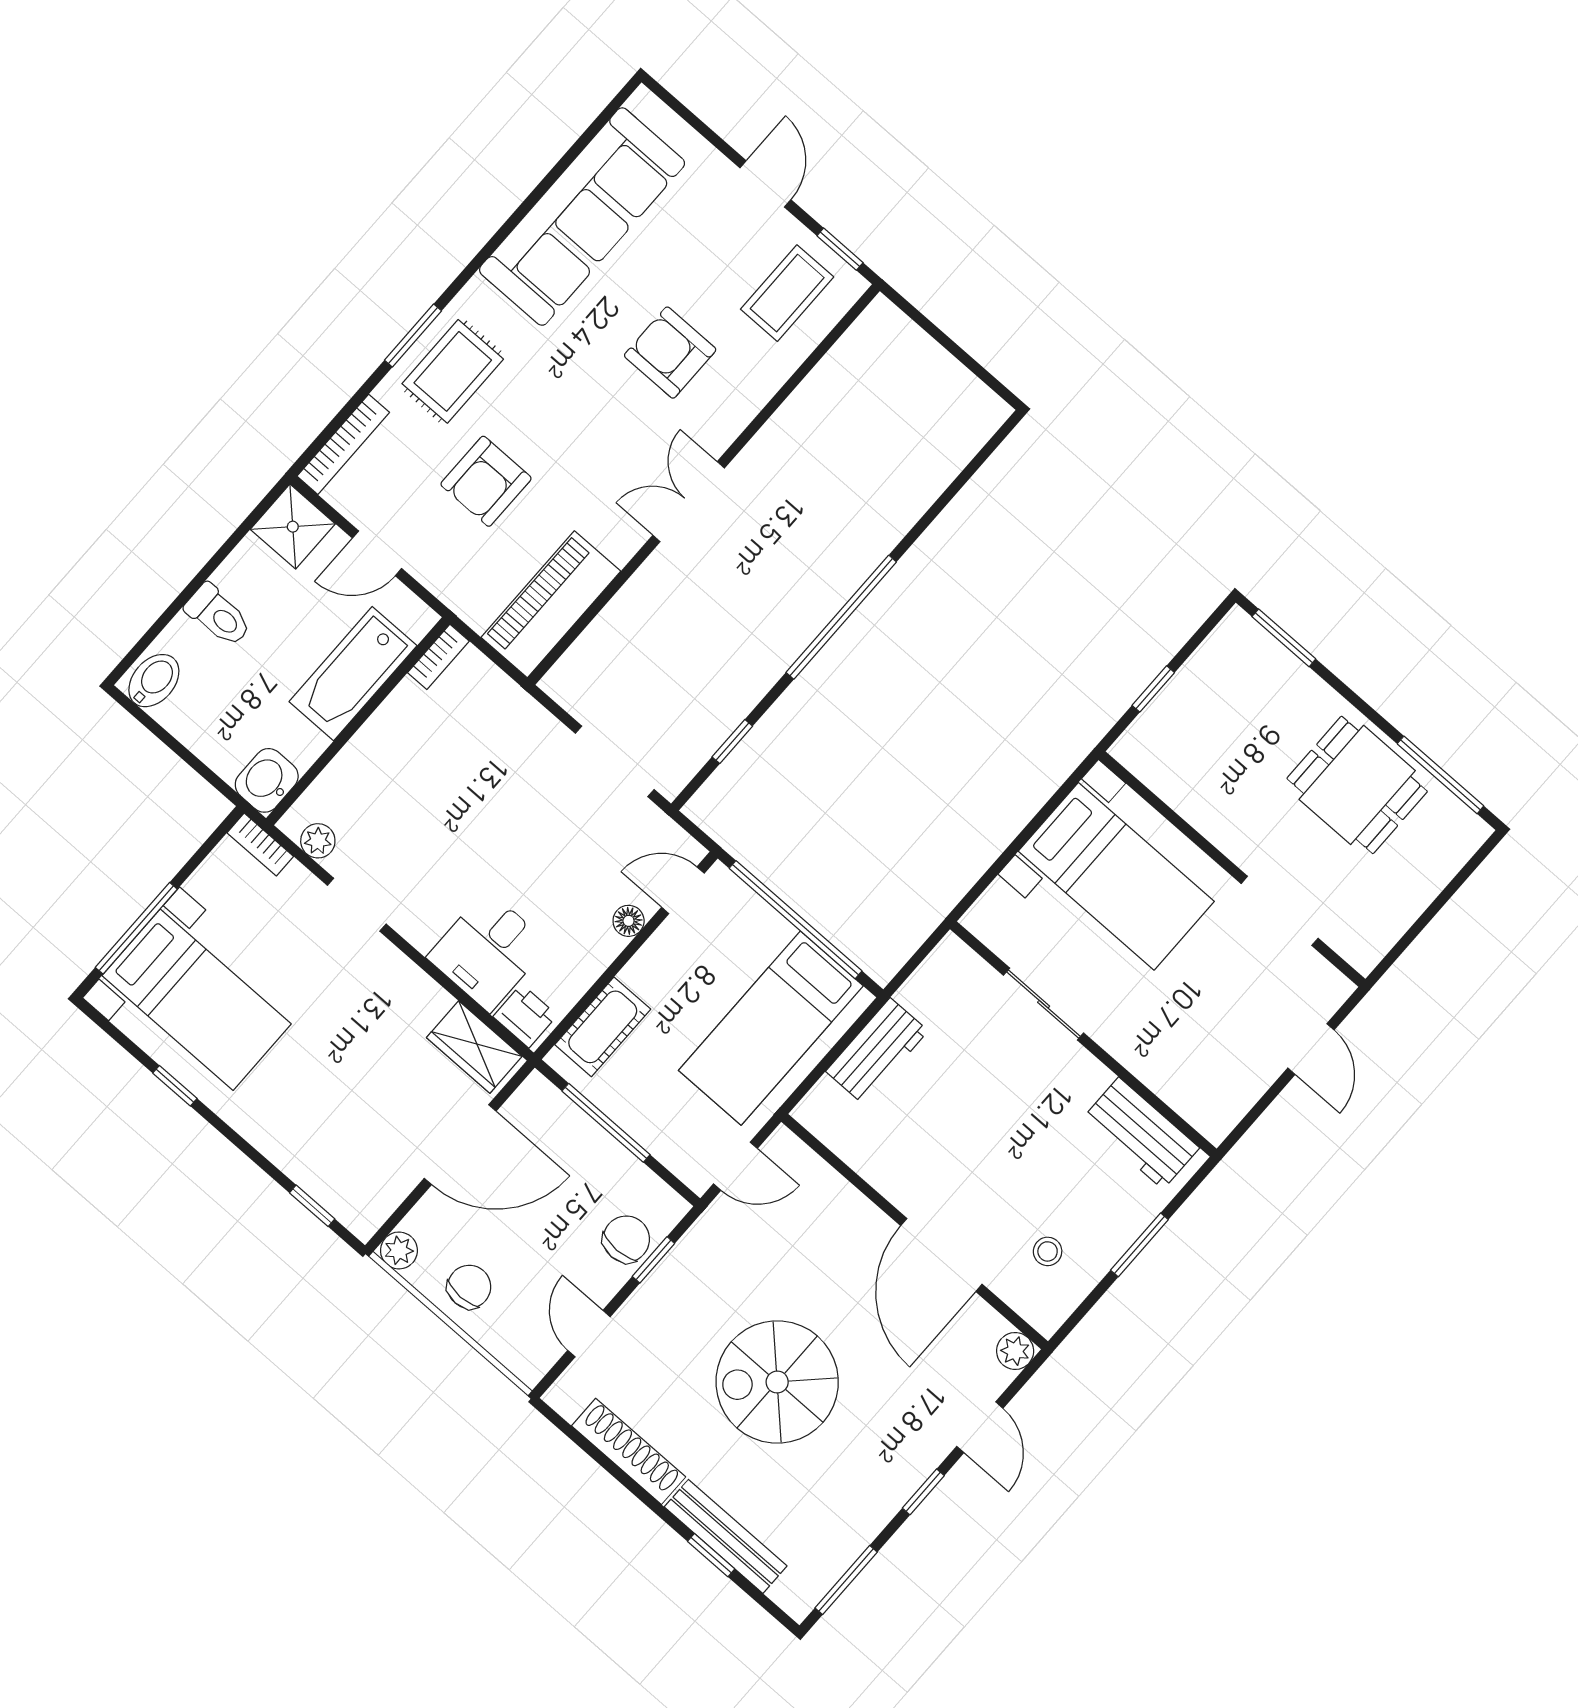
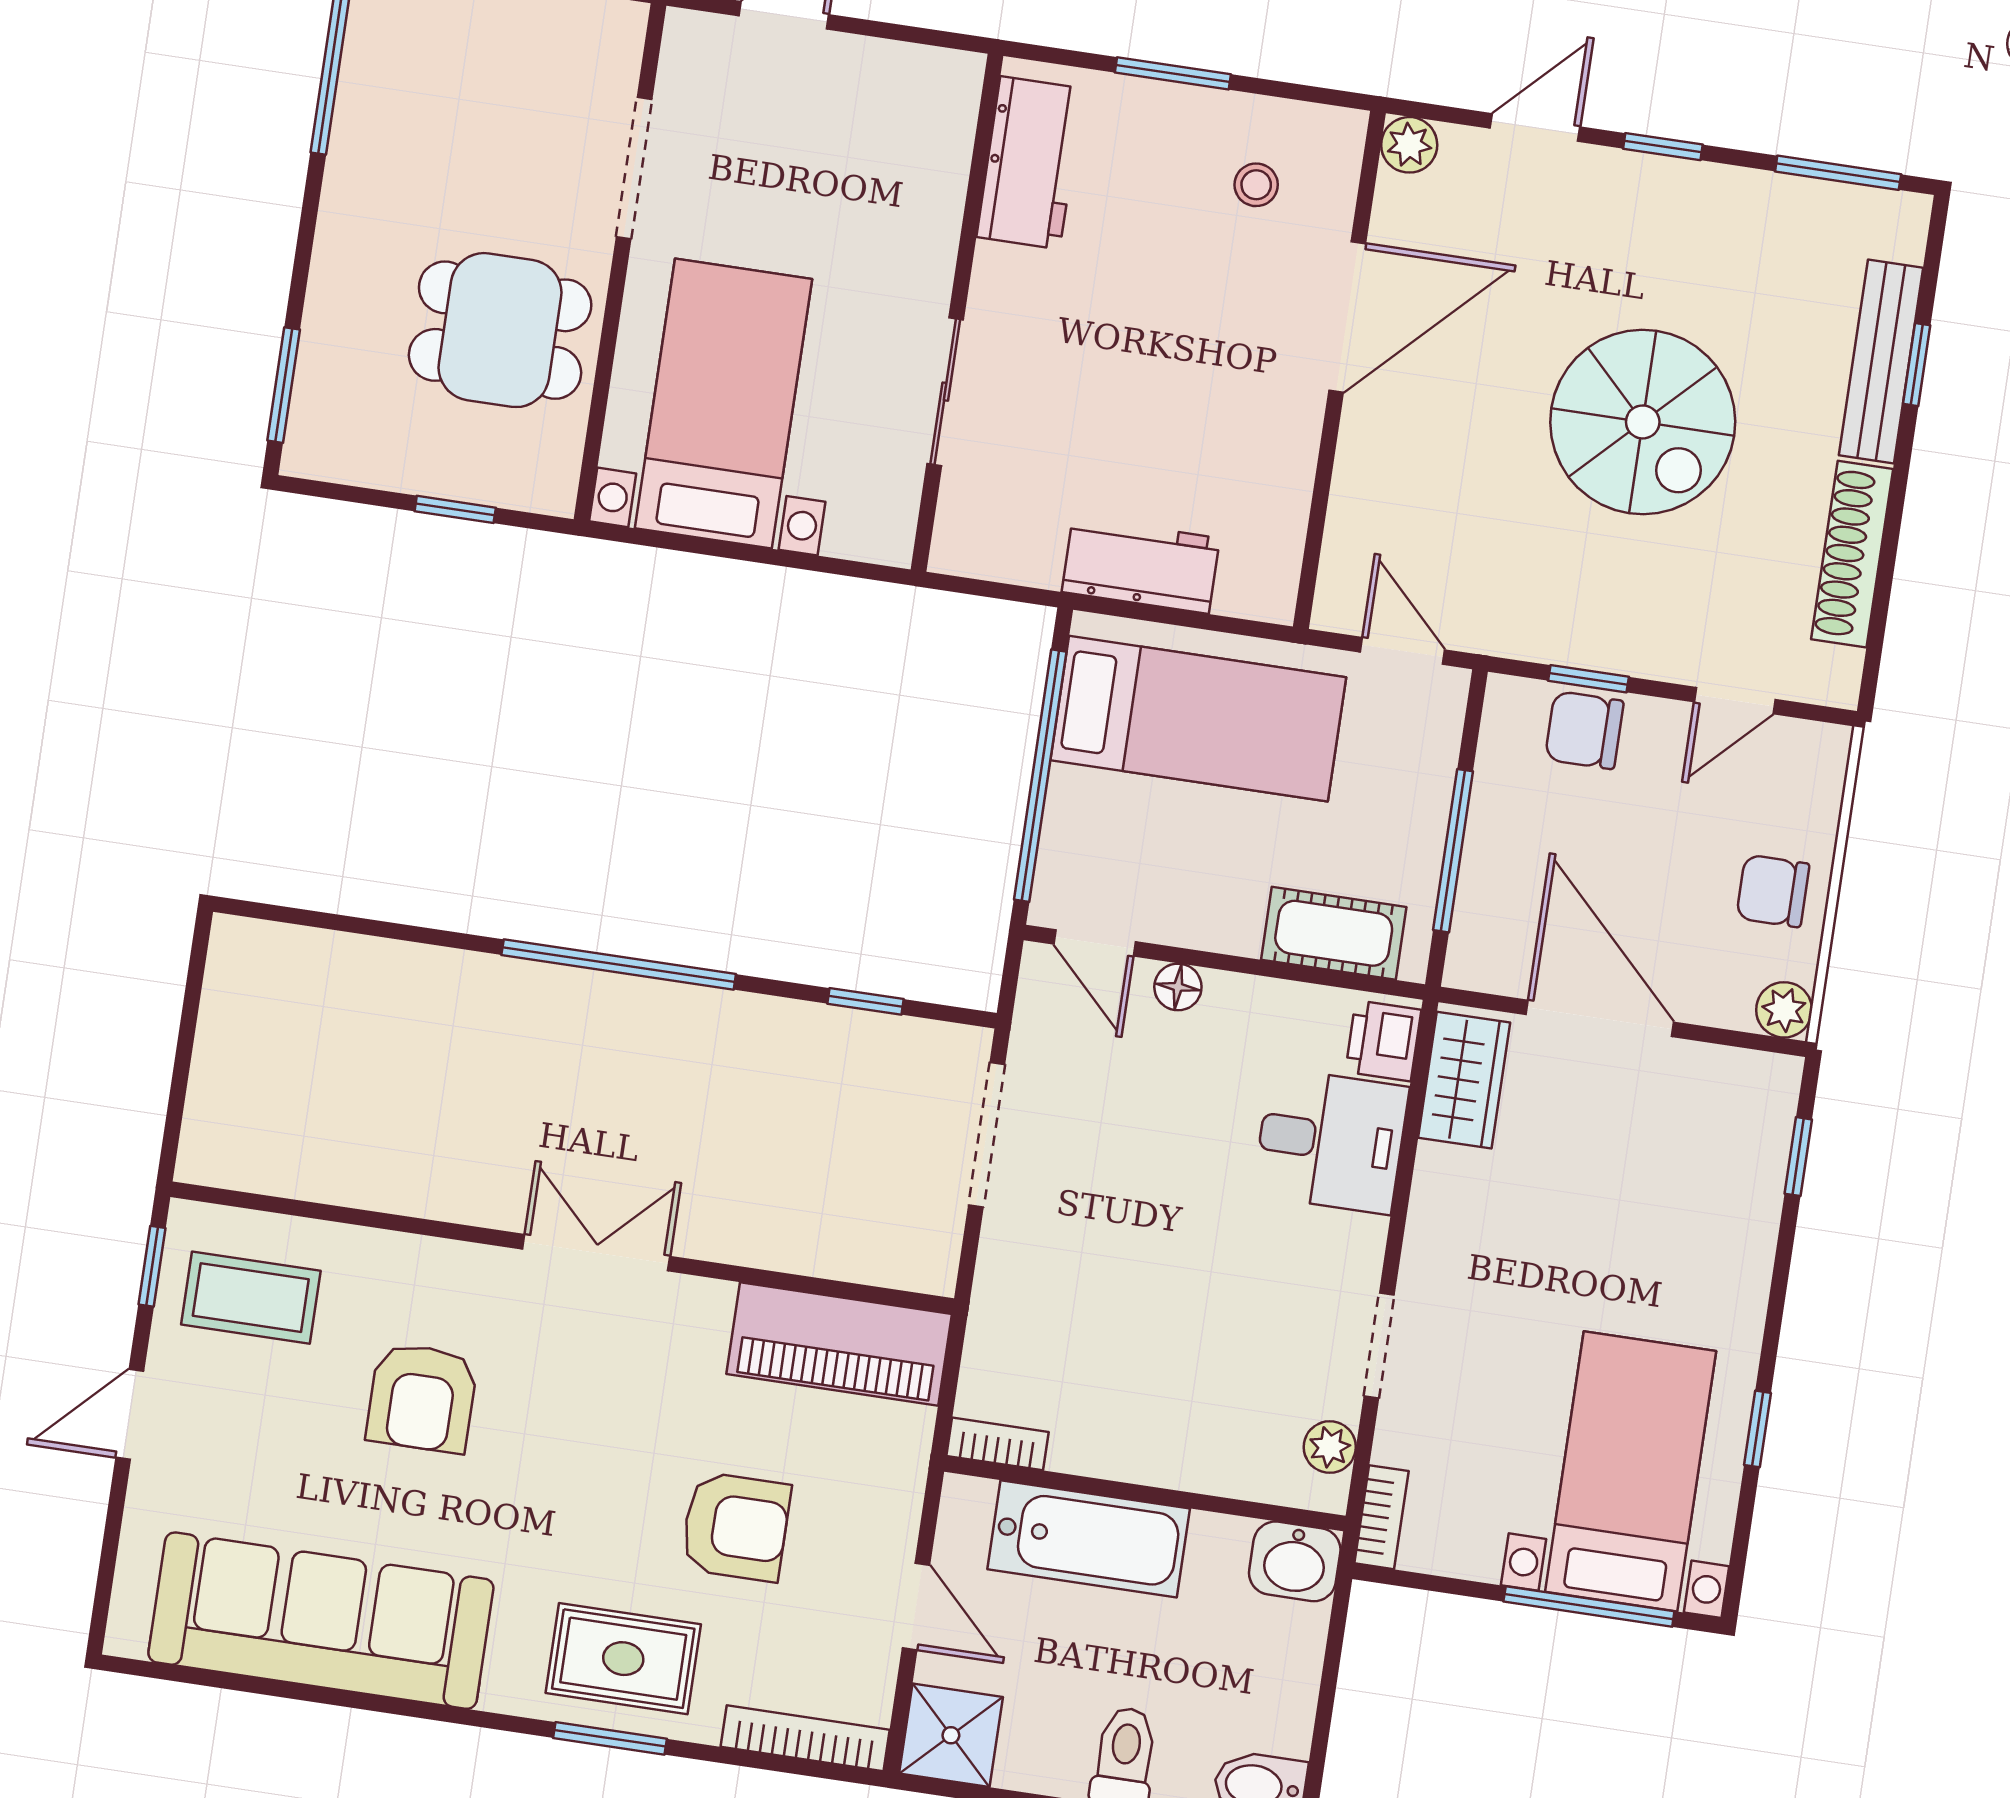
double door: (689, 502) -> (596, 1253), swing flipped
dining table: (1357, 785) -> (500, 330), moved, turned 90

